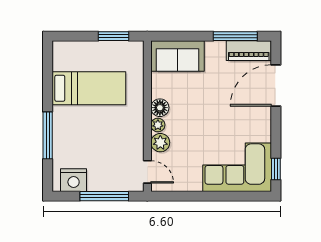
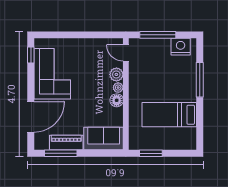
piano: (249, 51) -> (66, 143), moved
corner sofa: (237, 167) -> (52, 74), moved, turned -90

